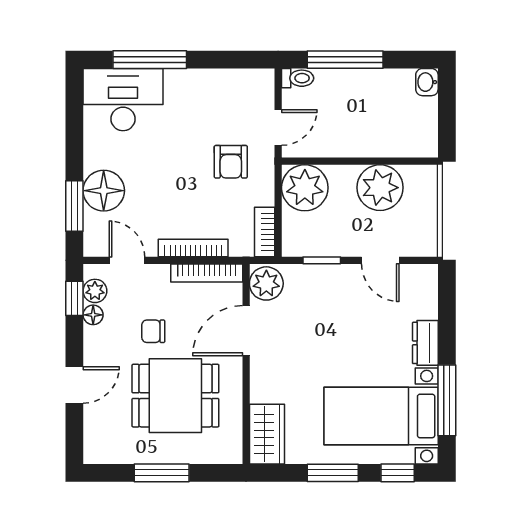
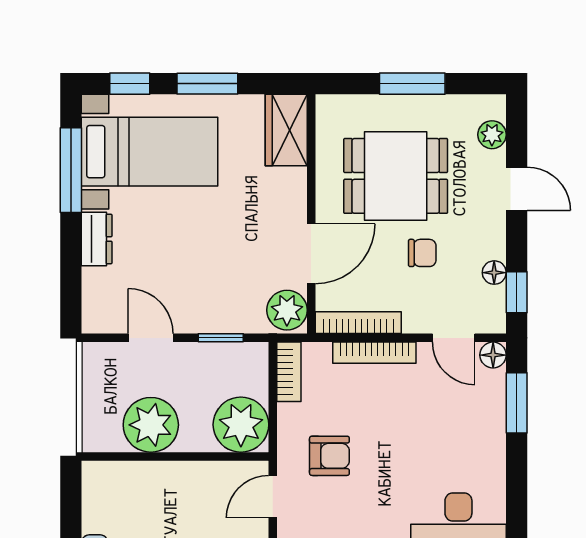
armchair: (231, 162) -> (329, 456), turned 90
floor lamp: (104, 191) -> (493, 355), moved, width x0.53, depth x0.53
plant: (95, 291) -> (492, 135), moved
door: (74, 385) -> (517, 189), swing flipped

